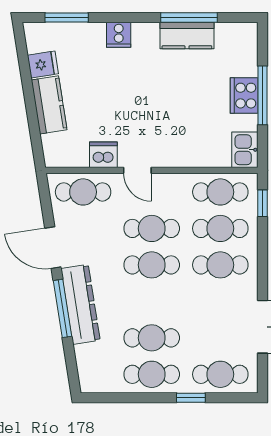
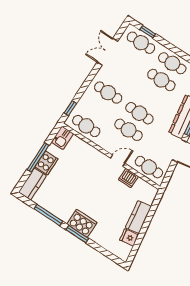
window: (67, 17) -> (77, 234), moved
cooker: (119, 35) -> (82, 223), width x1.87, depth x1.31
kitchen counter: (187, 36) -> (32, 184), moved, turned 90
door: (137, 170) -> (118, 161), hinge flipped
cafe table: (220, 228) -> (97, 109), removed
window: (191, 398) -> (148, 32), moved

